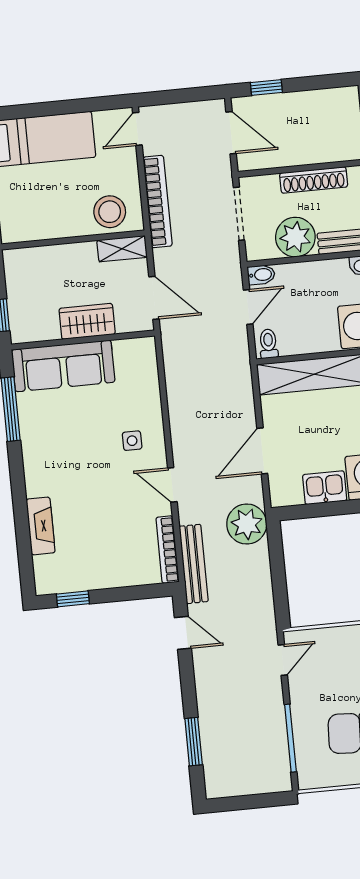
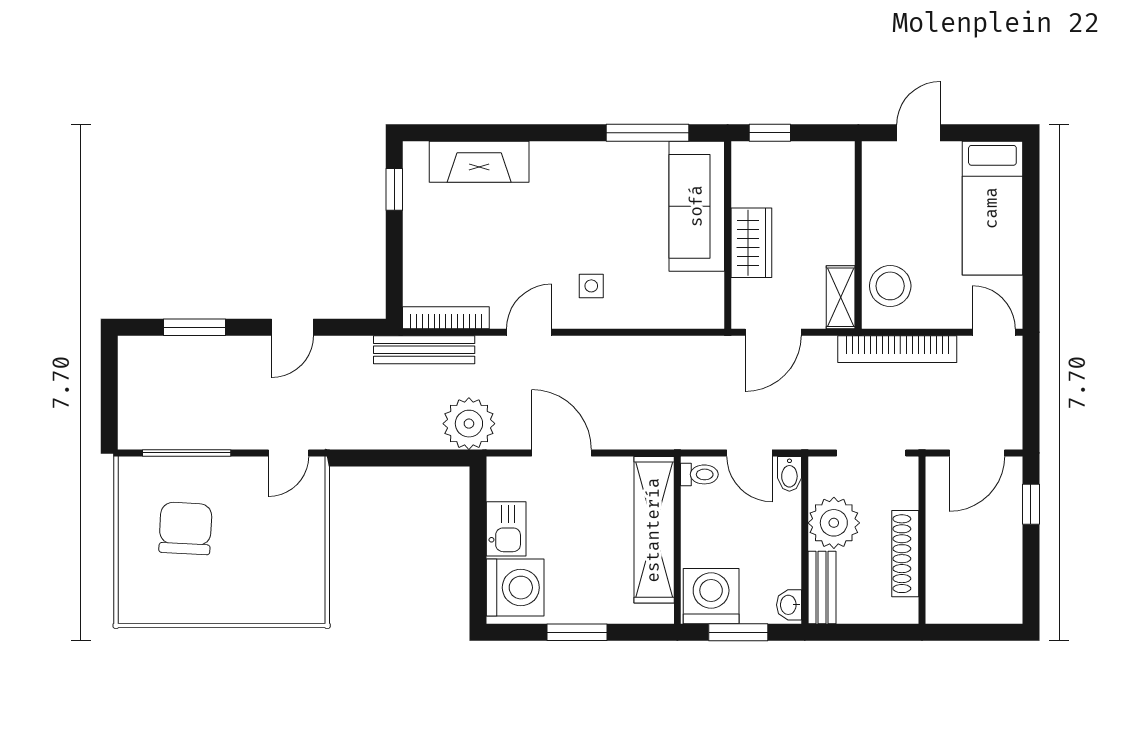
fireplace: (41, 526) -> (479, 162), width x1.37, depth x1.32
door: (183, 633) -> (292, 327), moved
door: (283, 660) -> (288, 453), hinge flipped

